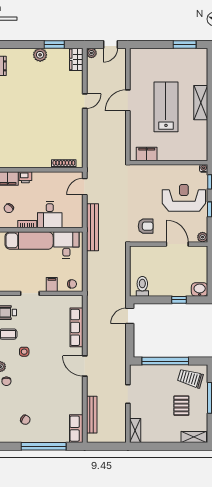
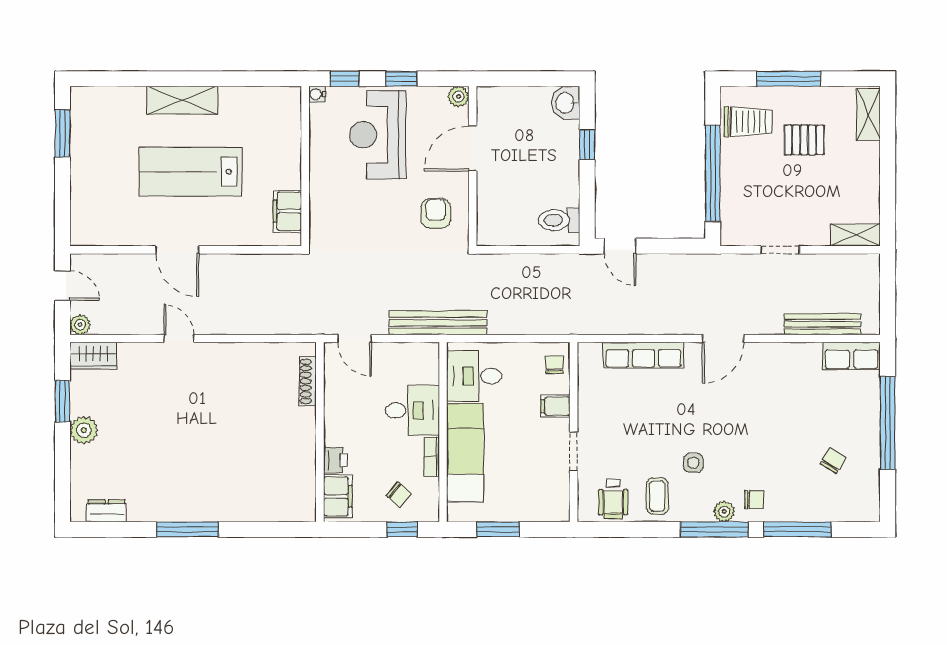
trolley: (190, 378) -> (748, 122), turned -106

